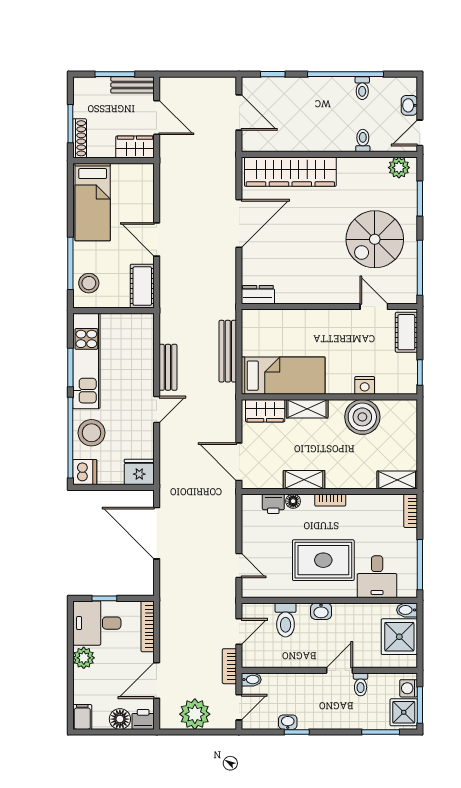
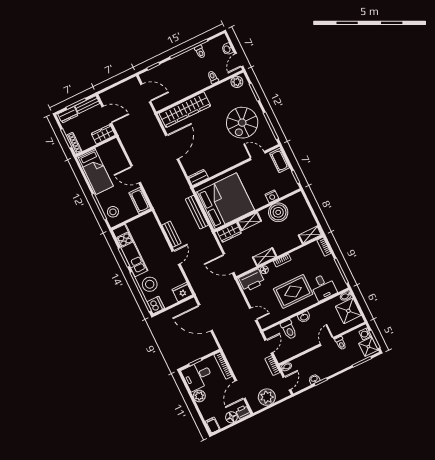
dresser: (93, 86) -> (68, 115), added
bed: (283, 376) -> (225, 201), width x2.04
printer: (273, 504) -> (252, 280), width x1.87, depth x1.48

